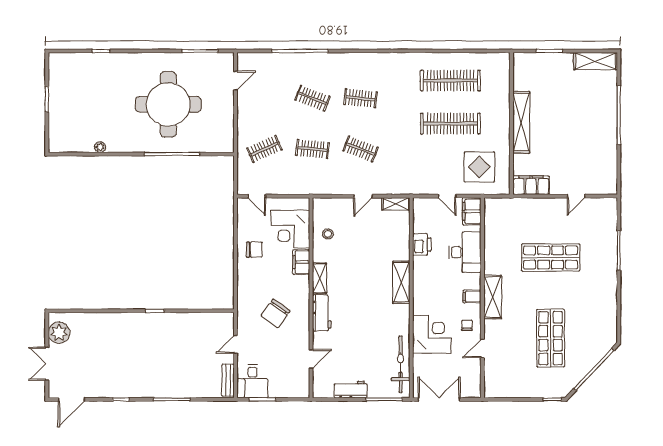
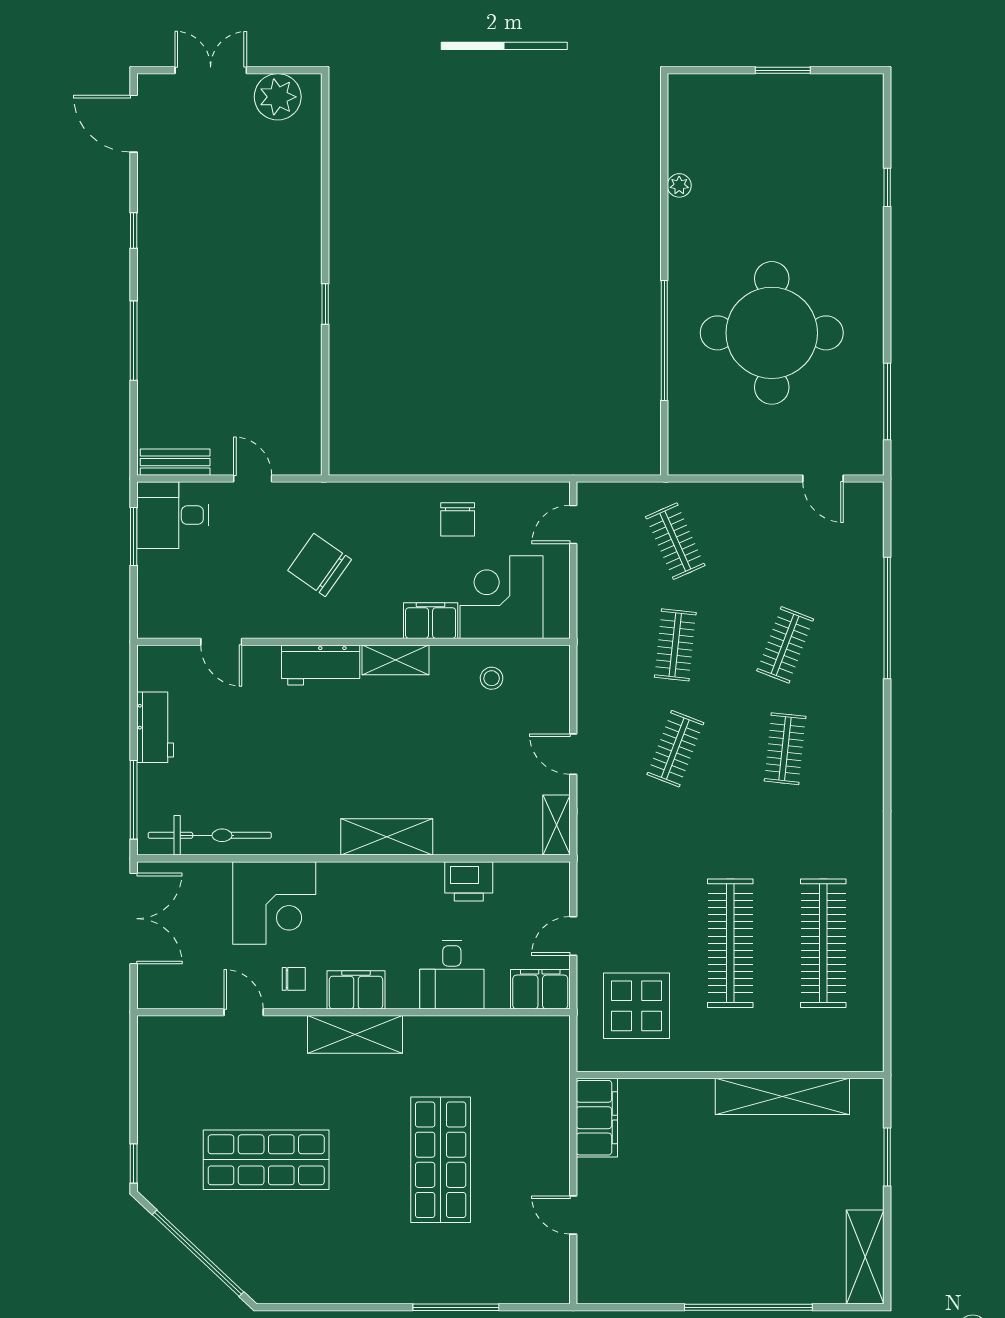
shelving: (521, 122) -> (782, 1096), moved
desk: (465, 252) -> (452, 975), width x0.73
filing cabinet: (472, 297) -> (356, 990), width x2.00

